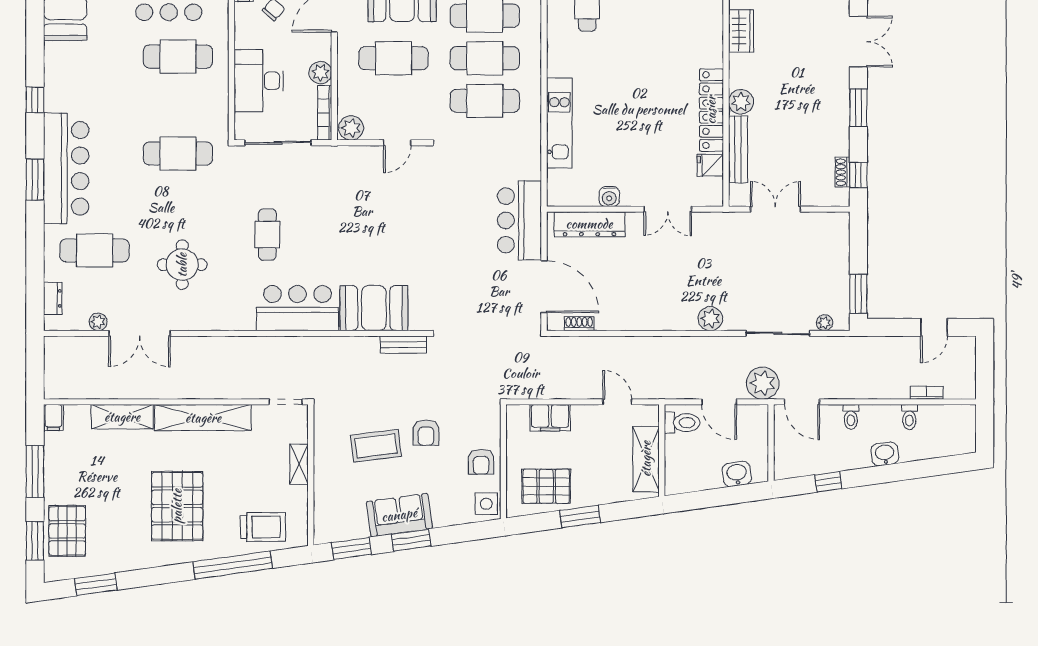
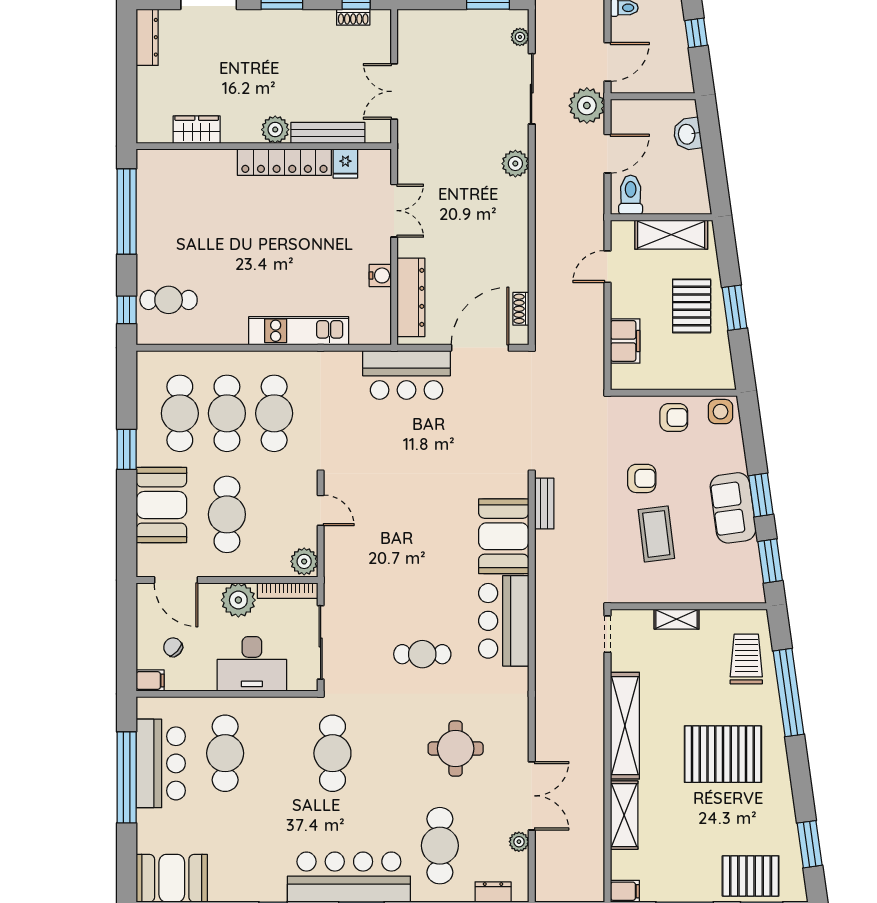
plant: (320, 73) -> (238, 600), width x1.36, depth x1.36
pallet: (546, 486) -> (692, 306), moved

